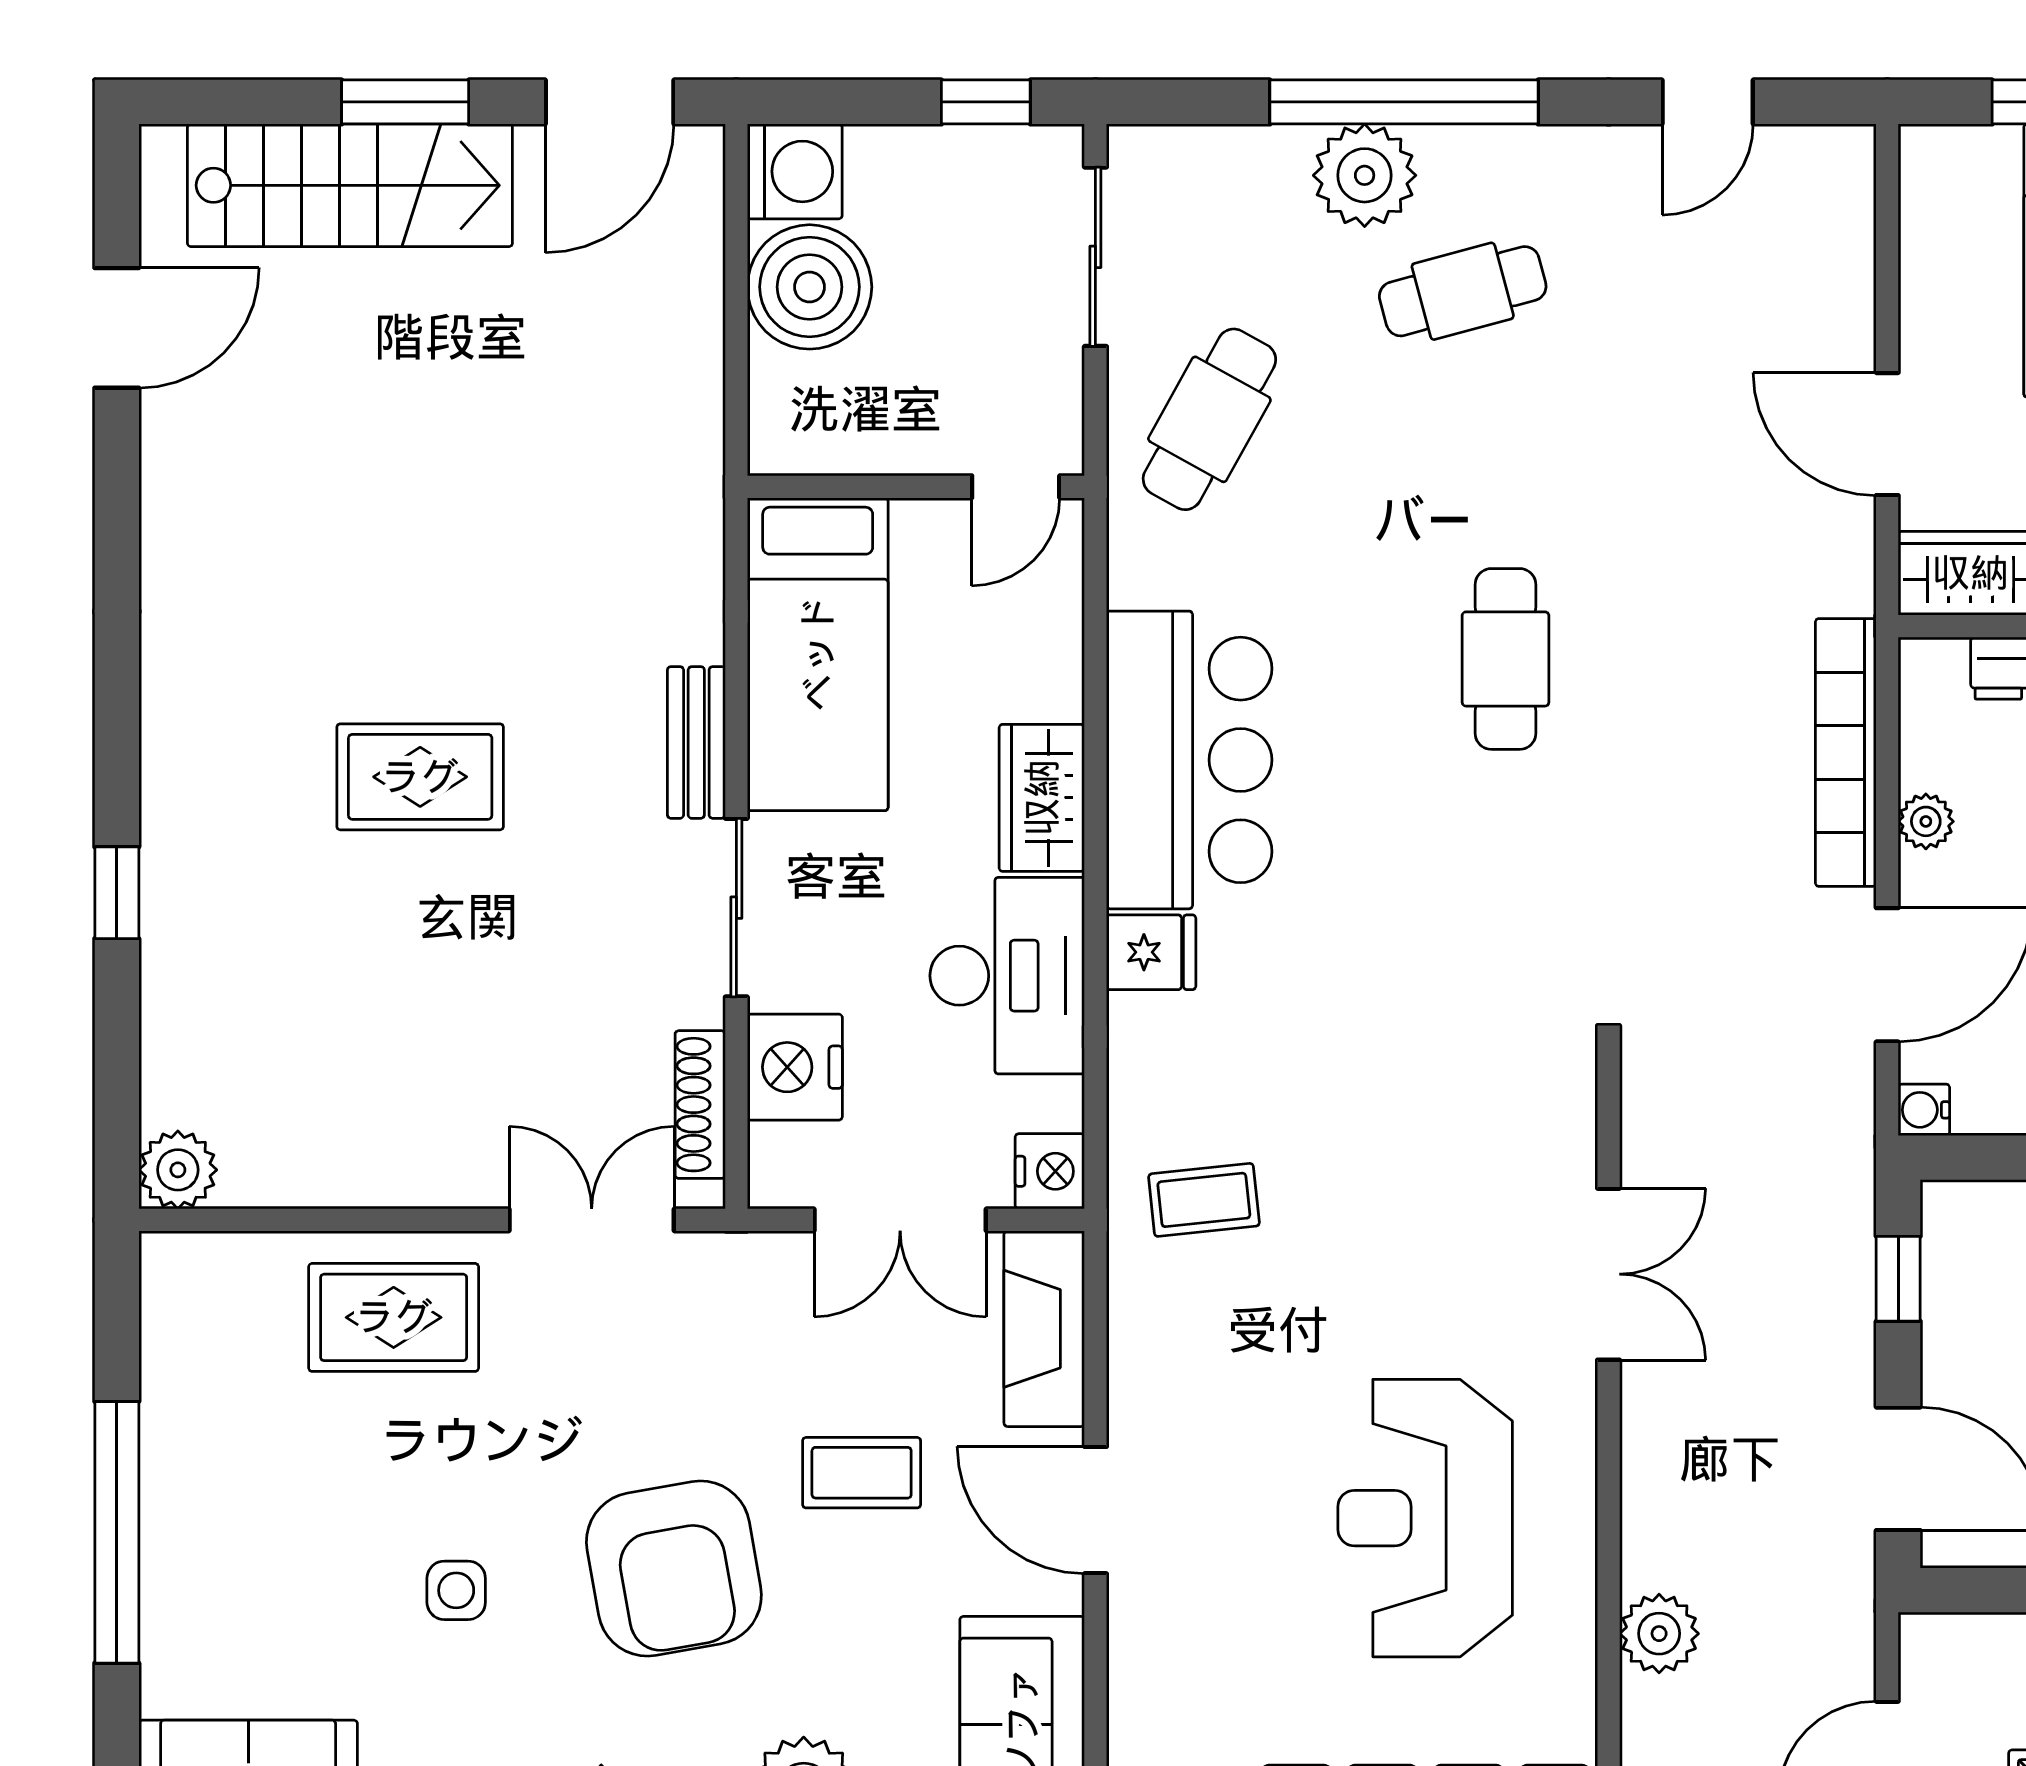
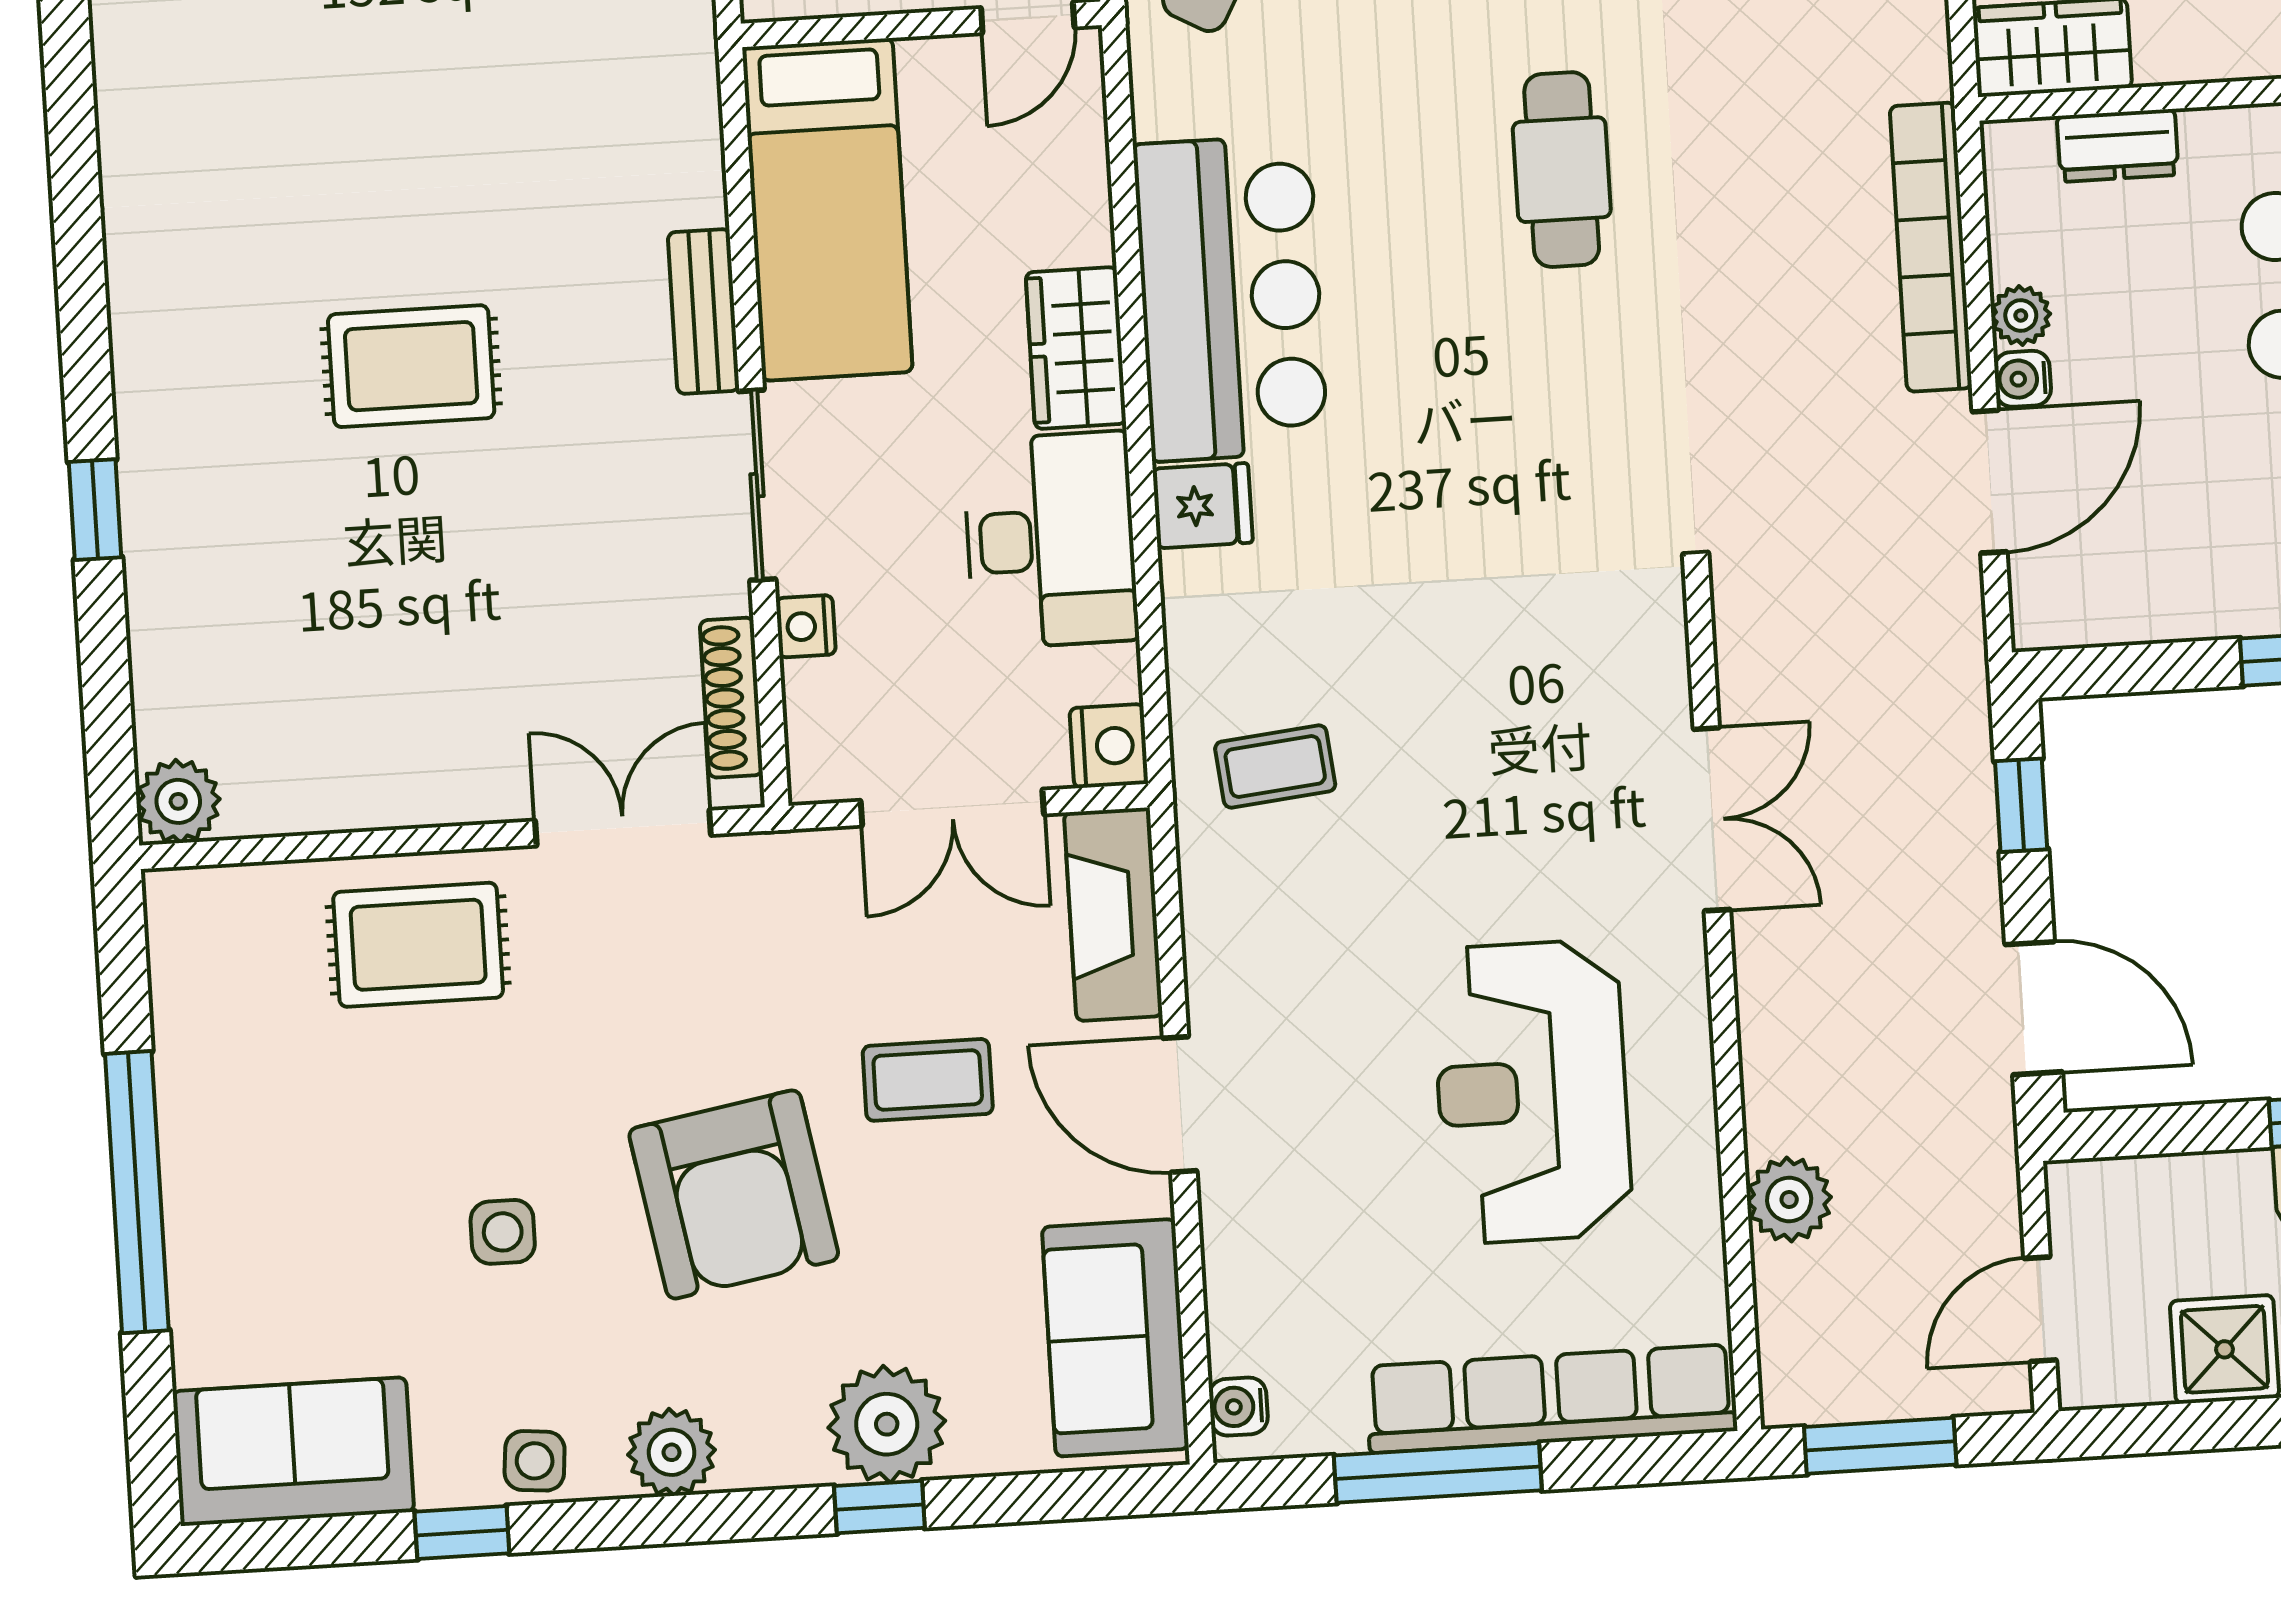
nightstand: (795, 1067) -> (806, 626), width x0.53, depth x0.56
water cooler: (1924, 1110) -> (2023, 379), moved

